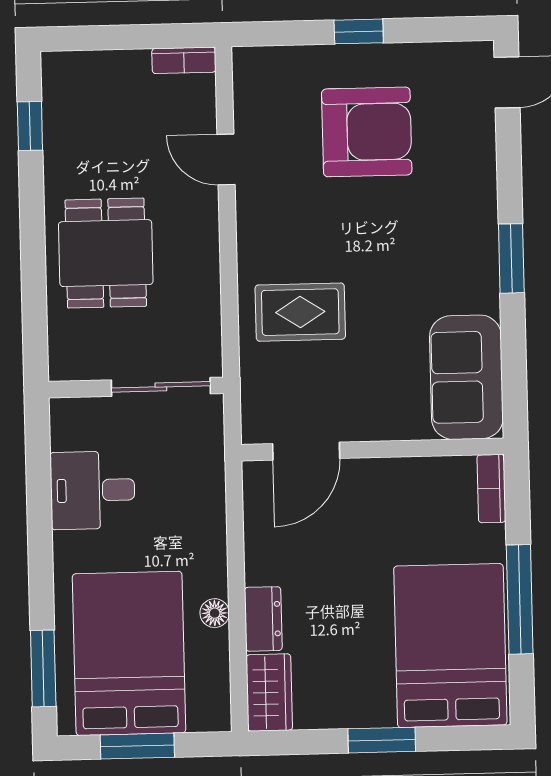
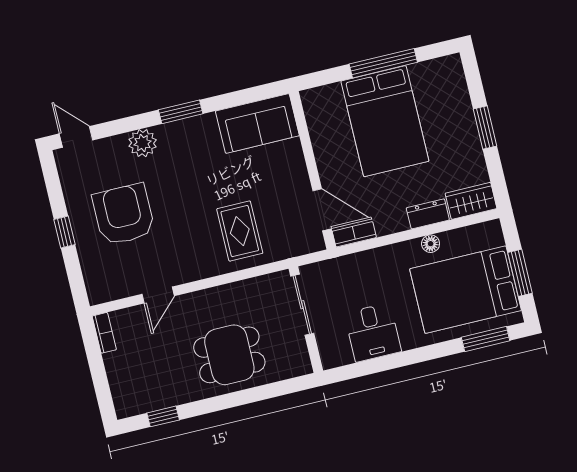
plant: (474, 187) -> (143, 143), added
bookcase: (491, 489) -> (354, 234), moved, turned 180
bed: (450, 646) -> (385, 121), moved, turned -90

